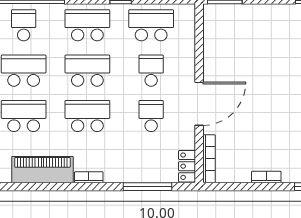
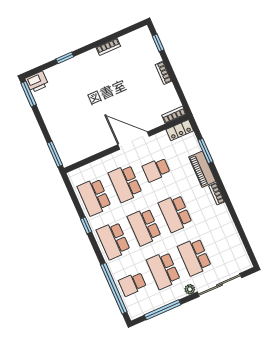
school desk: (151, 71) -> (125, 183), width x1.85
bookcase: (209, 159) -> (174, 115), width x0.64
piano: (42, 170) -> (202, 169), moved, width x0.73, depth x0.75
window: (148, 187) -> (206, 151), width x0.69

